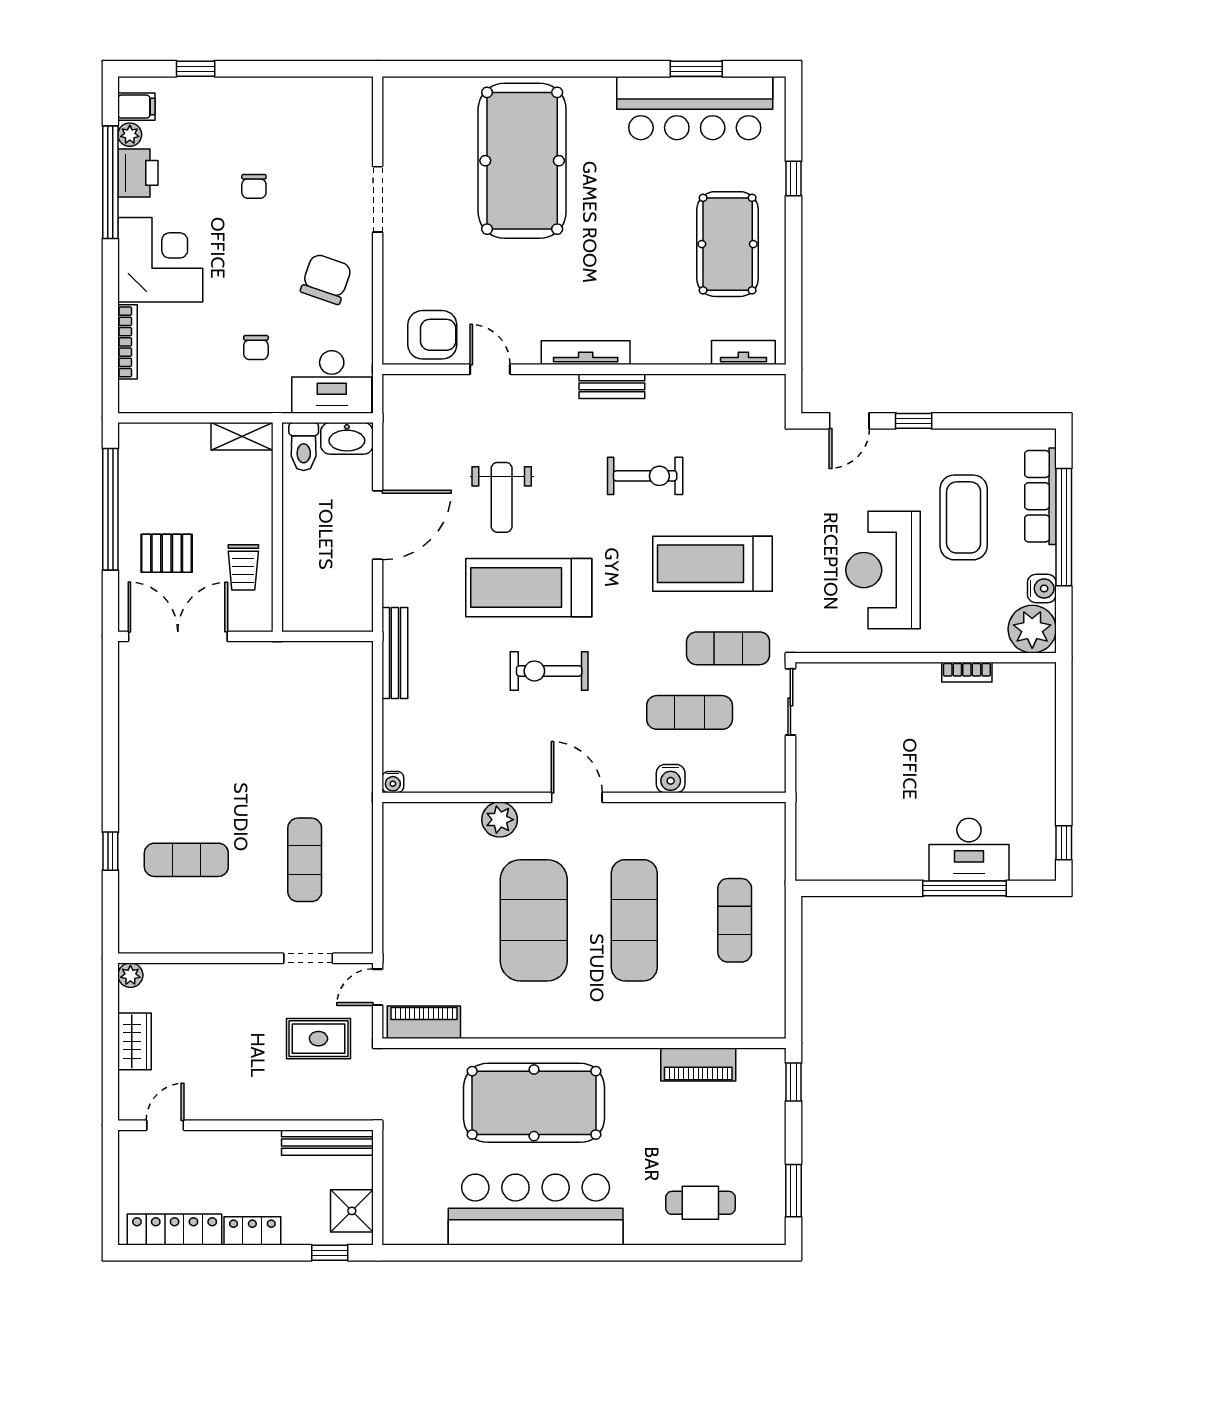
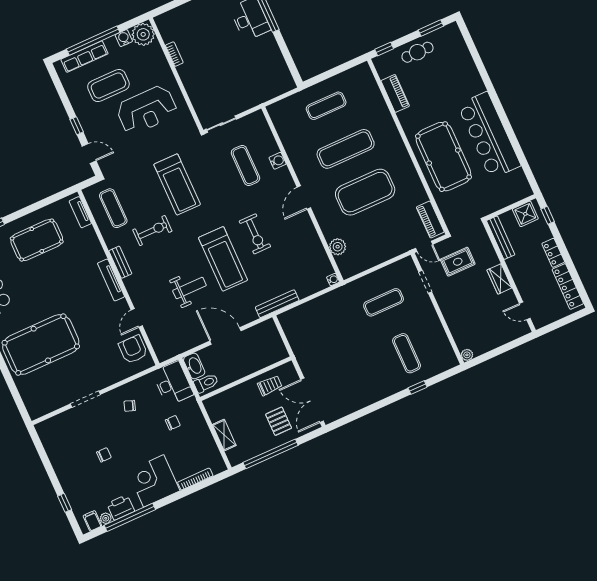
chair: (326, 279) -> (130, 406), width x0.54, depth x0.54
shelving: (242, 436) -> (224, 435), moved
exercise bike: (645, 476) -> (152, 231), turned 90
exercise mat: (728, 648) -> (113, 208), moved
plant: (500, 820) -> (338, 247), moved
rug: (318, 1039) -> (458, 262), turned 90
wardrobe: (134, 1041) -> (499, 279), moved, turned -90
cafe table: (700, 1203) -> (417, 52), moved, turned 90

